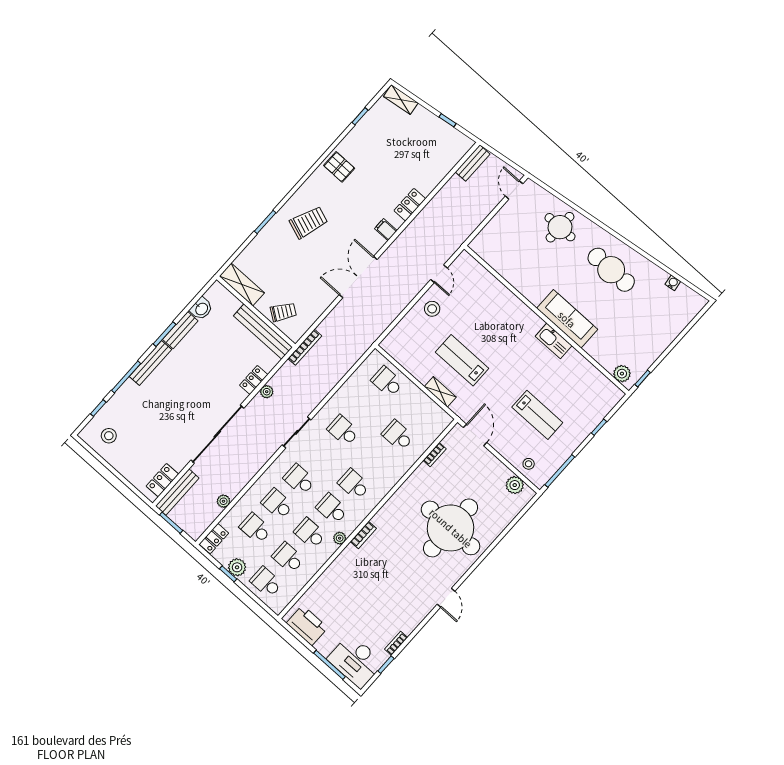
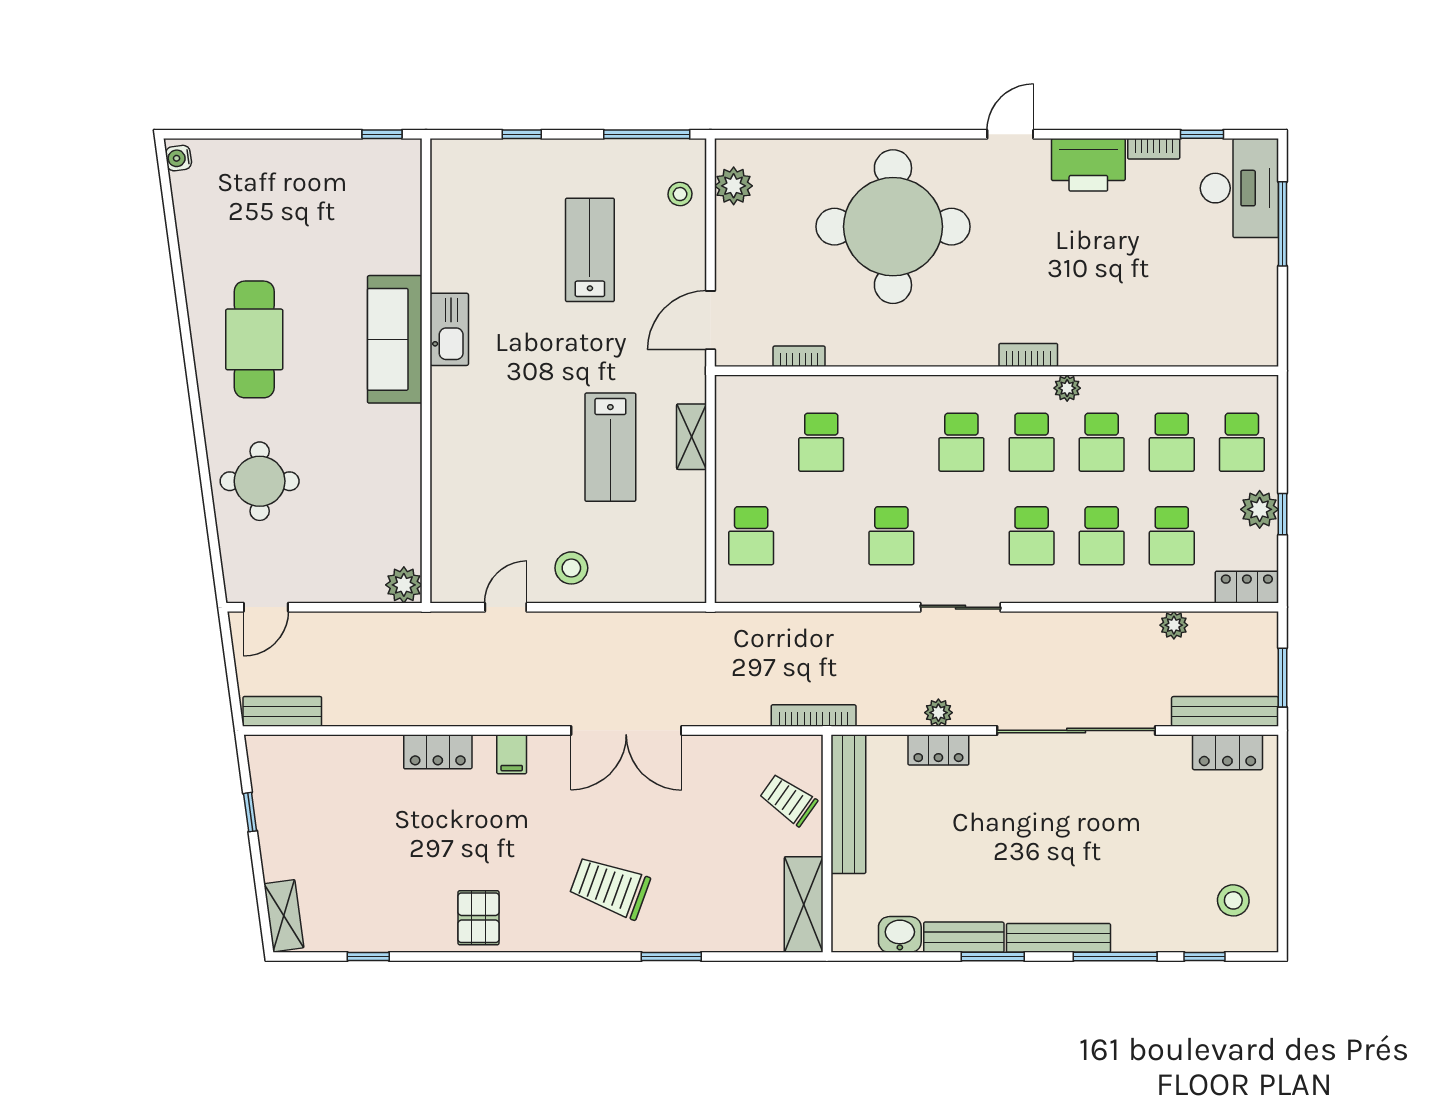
water cooler: (673, 283) -> (179, 158), moved
plant: (622, 374) -> (404, 585), moved
printer: (307, 625) -> (1088, 165), moved, turned -90

